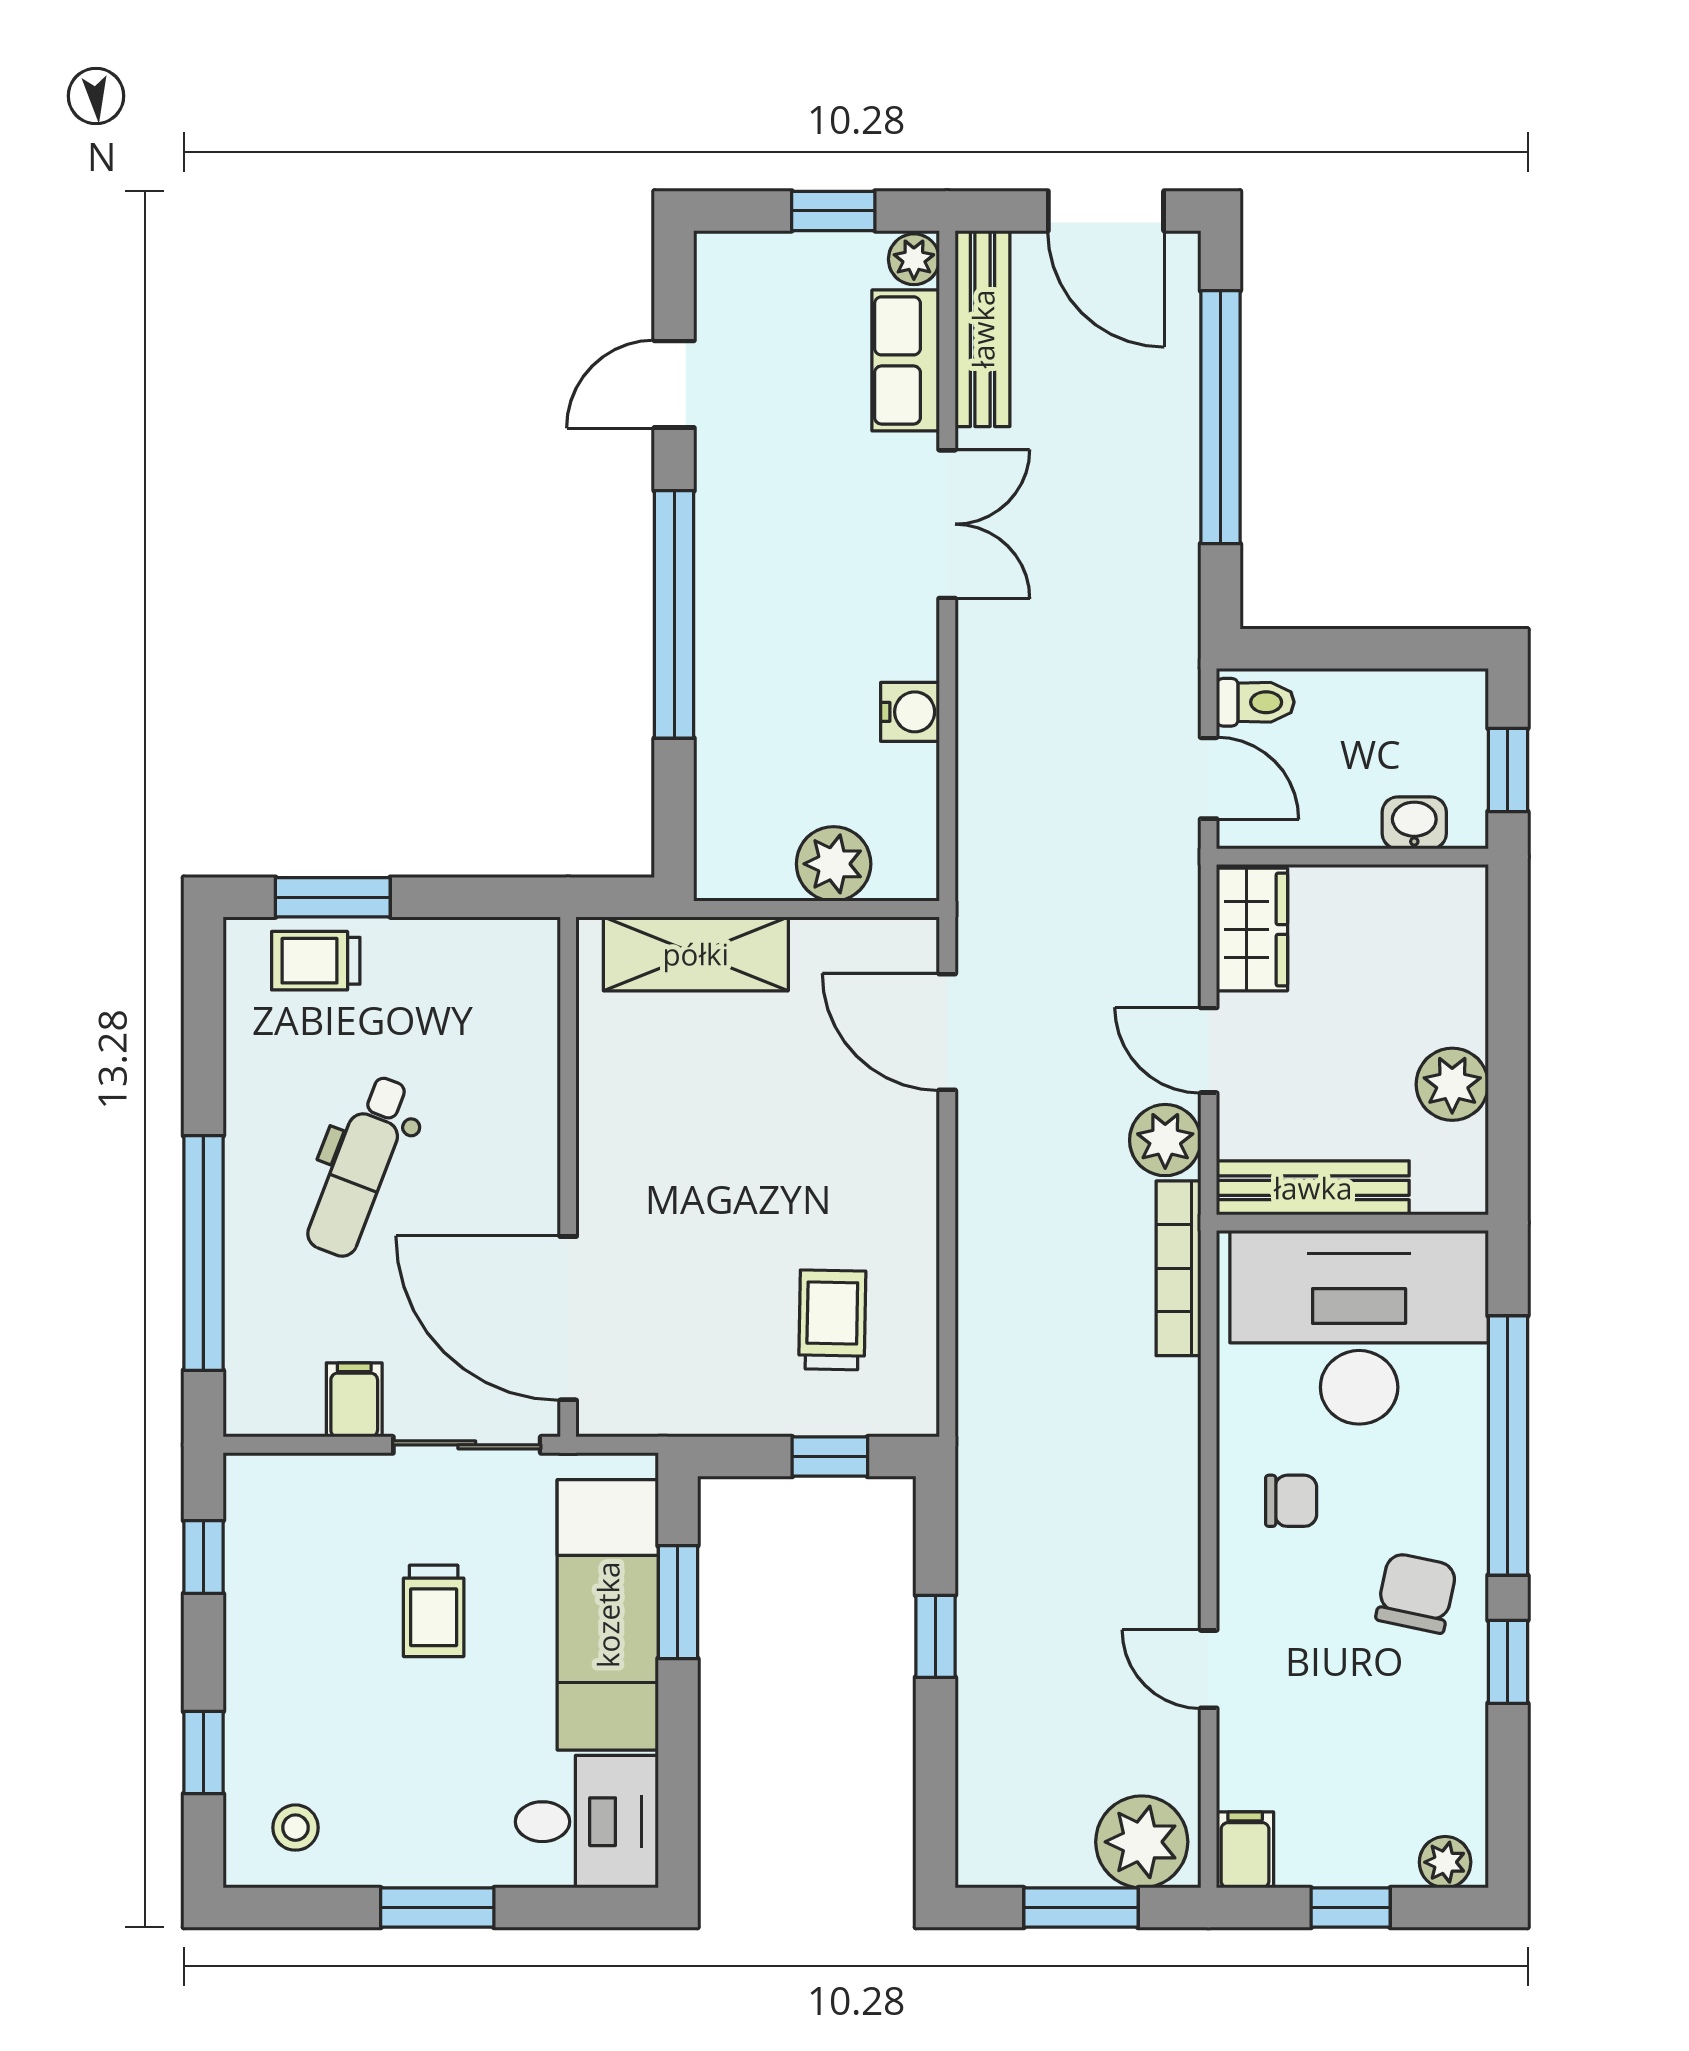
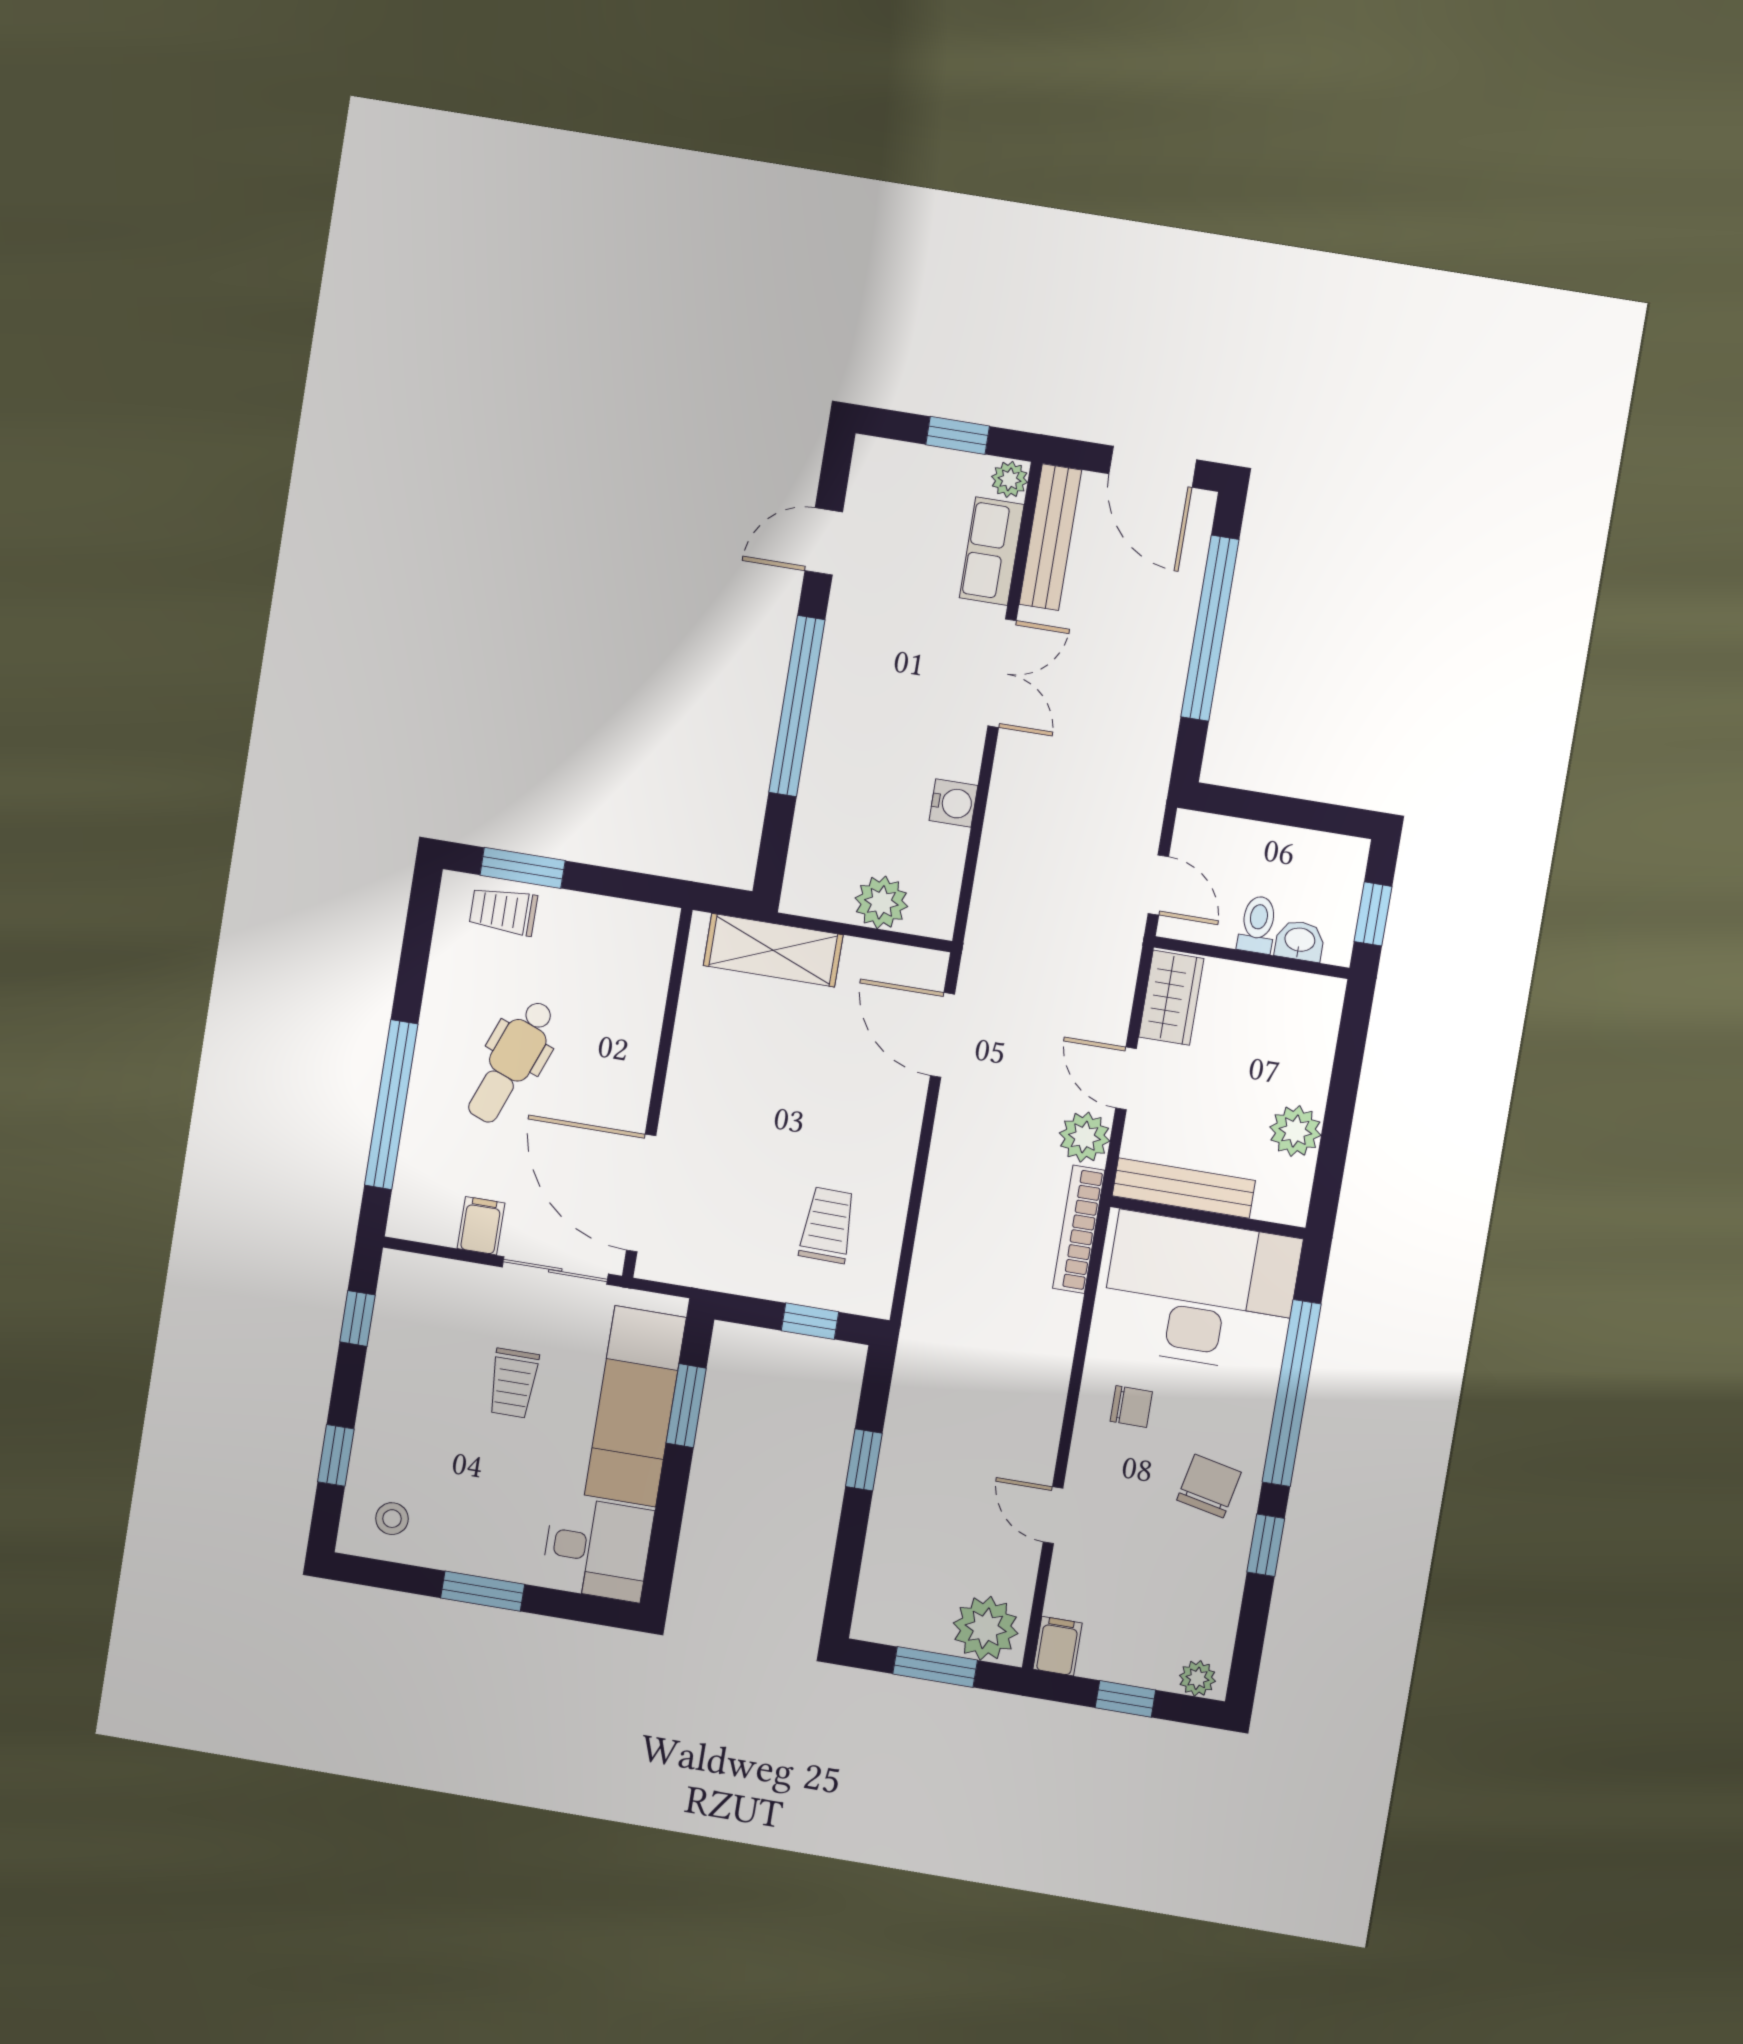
toilet: (1255, 702) -> (1258, 925), moved, turned -90

